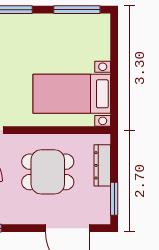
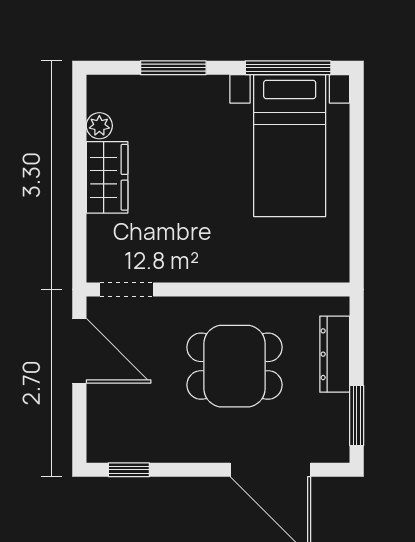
bed with nightstands: (72, 94) -> (290, 146), moved, turned -90

